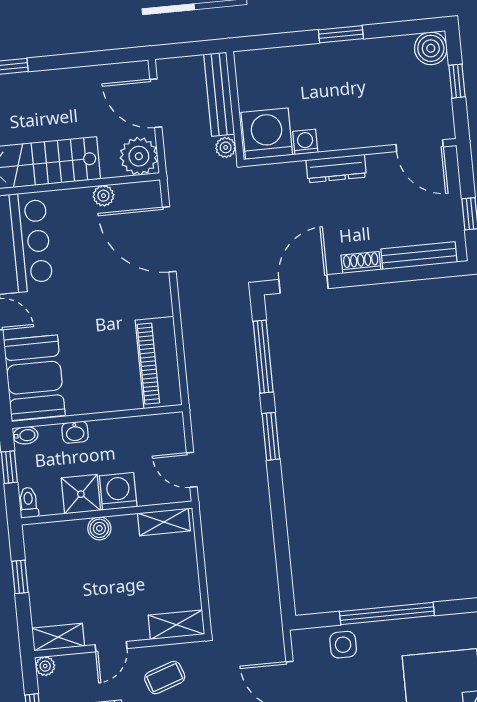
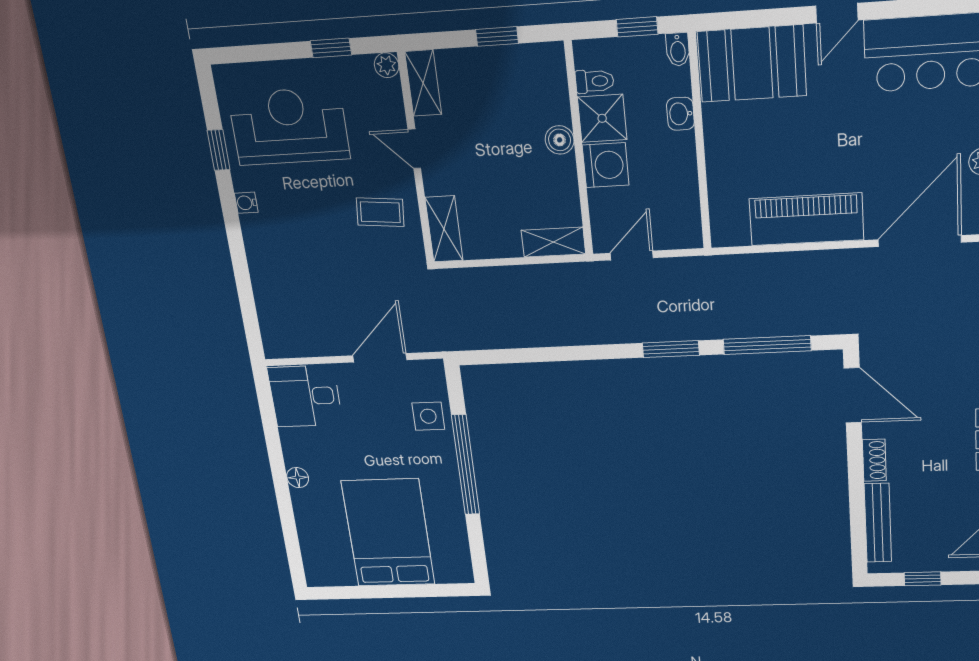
piano: (159, 363) -> (806, 219), moved
toilet: (29, 502) -> (595, 81), moved
shelving: (164, 522) -> (553, 242), moved, turned 90
coffee table: (165, 678) -> (380, 212), turned -66

